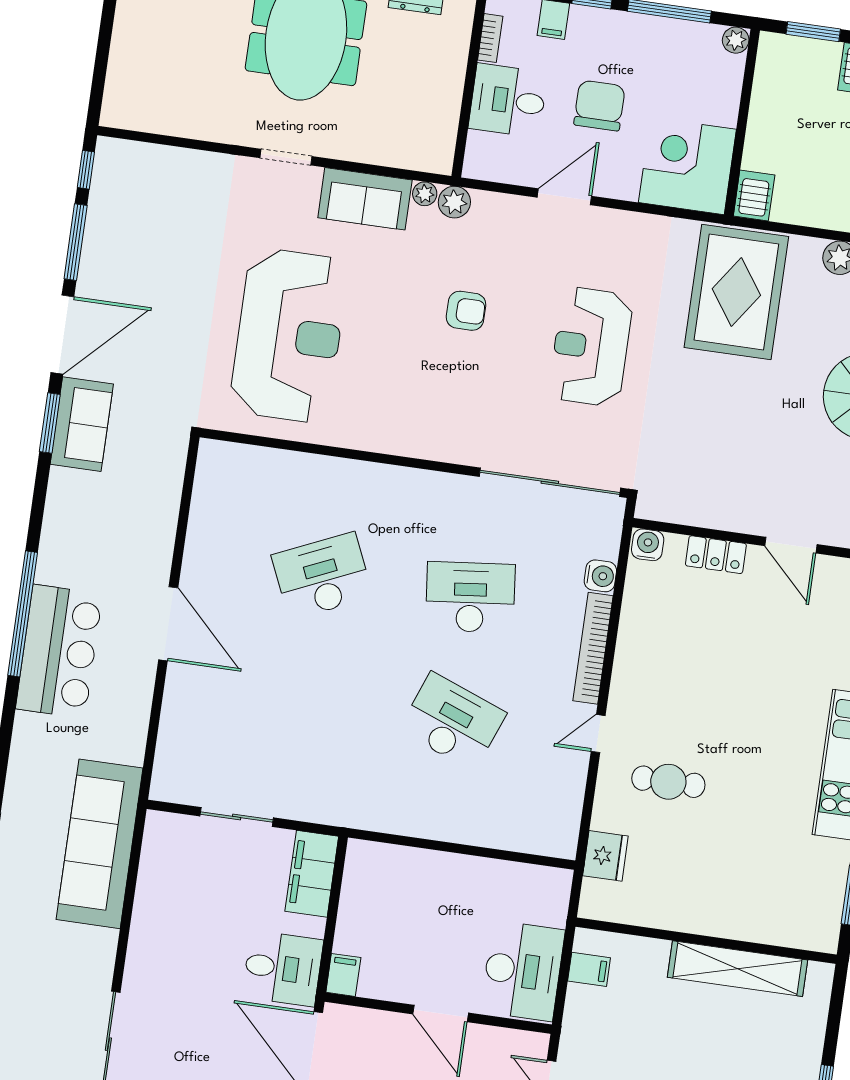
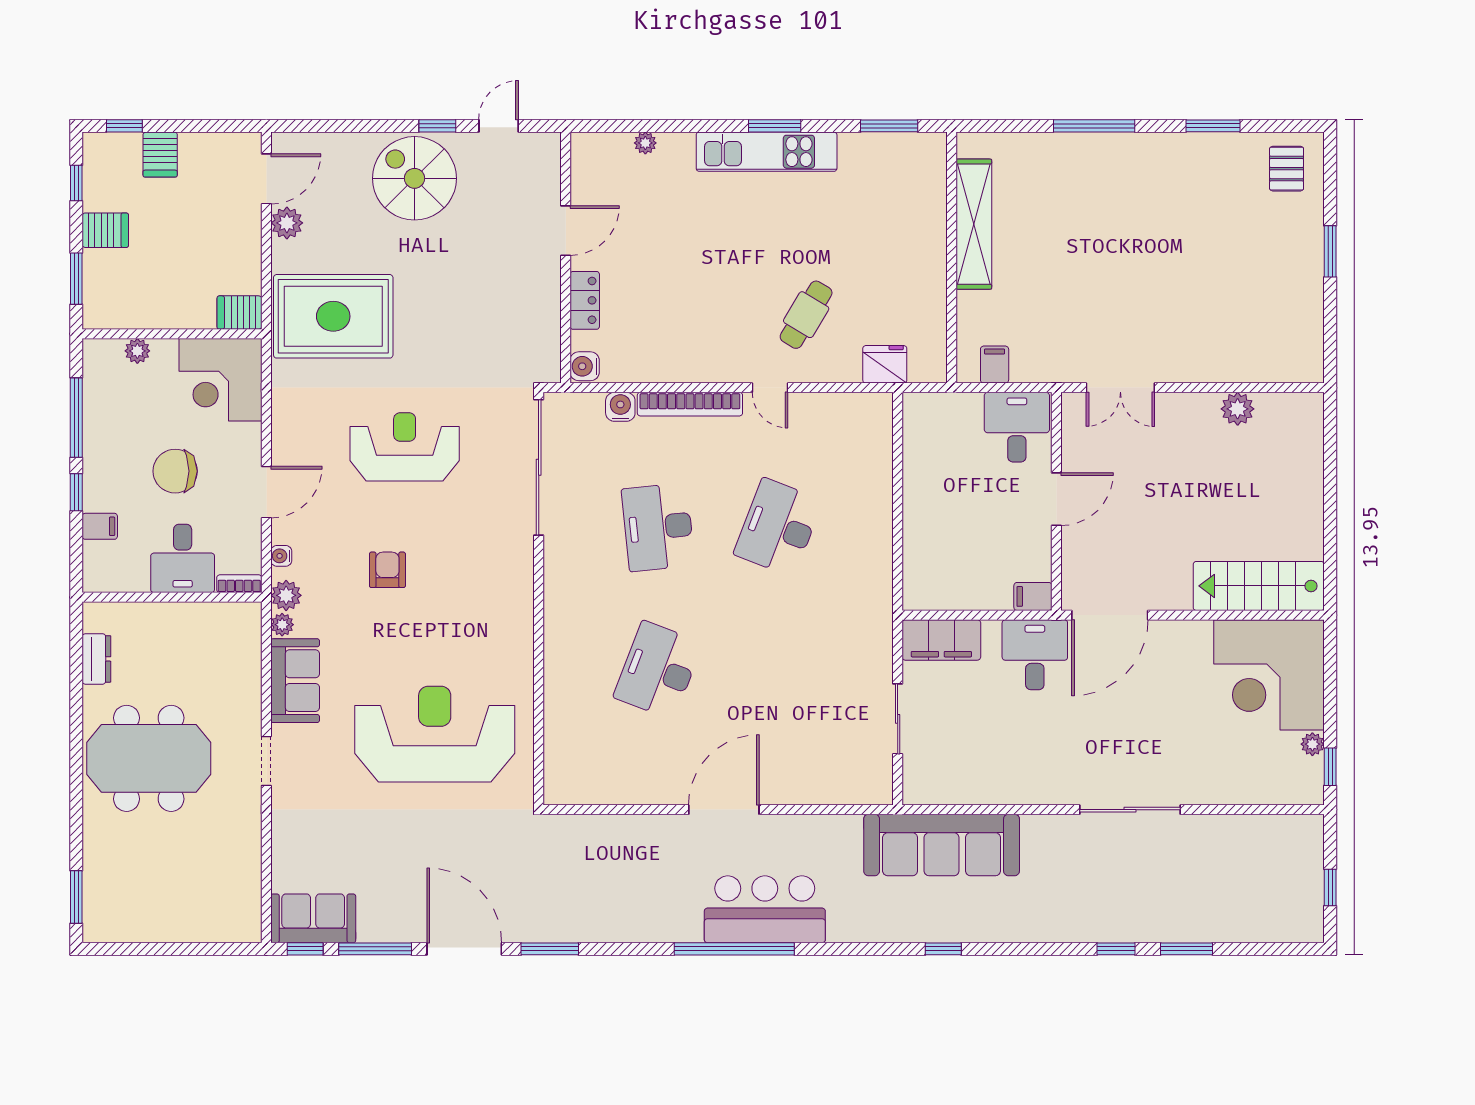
bookcase: (490, 38) -> (239, 584), moved
plant: (736, 40) -> (137, 351), moved
door: (564, 197) -> (266, 492), swing flipped
water cooler: (496, 203) -> (281, 556), added
reception desk: (591, 347) -> (405, 447), turned 180
sofa: (82, 424) -> (313, 918), moved
desk: (322, 576) -> (658, 670), turned 45
cafe table: (668, 782) -> (806, 315), turned 31
desk: (523, 971) -> (1017, 427), width x0.73

